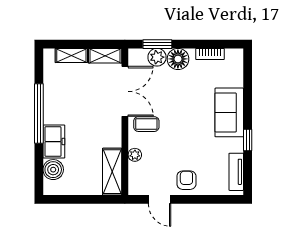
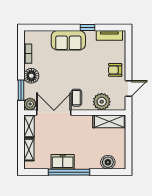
plant: (157, 57) -> (30, 104), moved
freezer: (54, 142) -> (63, 162), moved
plant: (135, 155) -> (102, 102), width x1.88, depth x1.88

